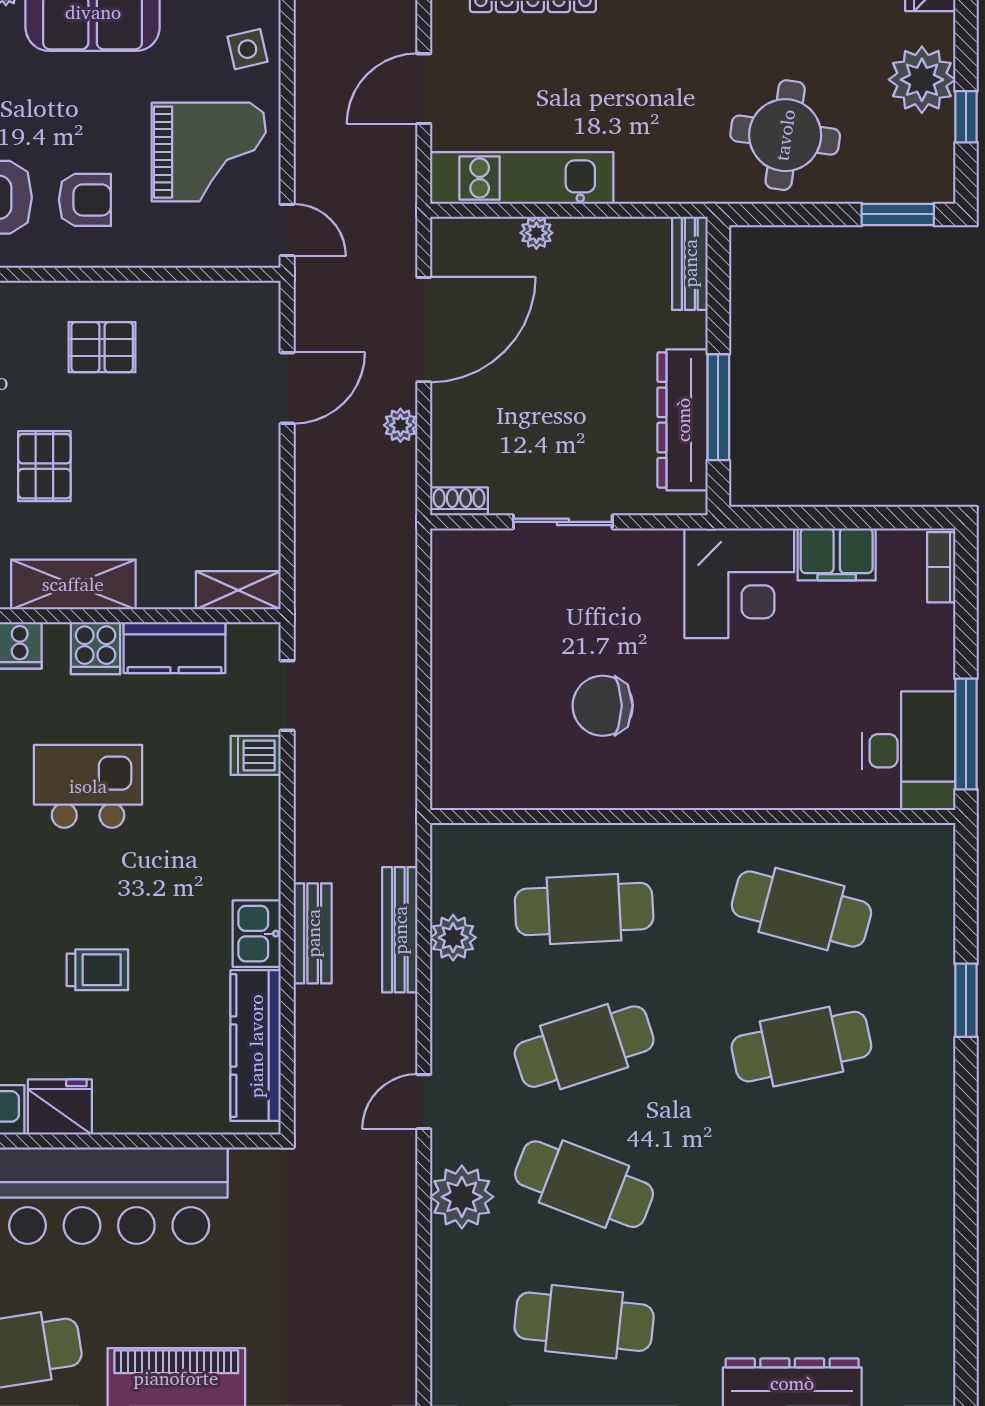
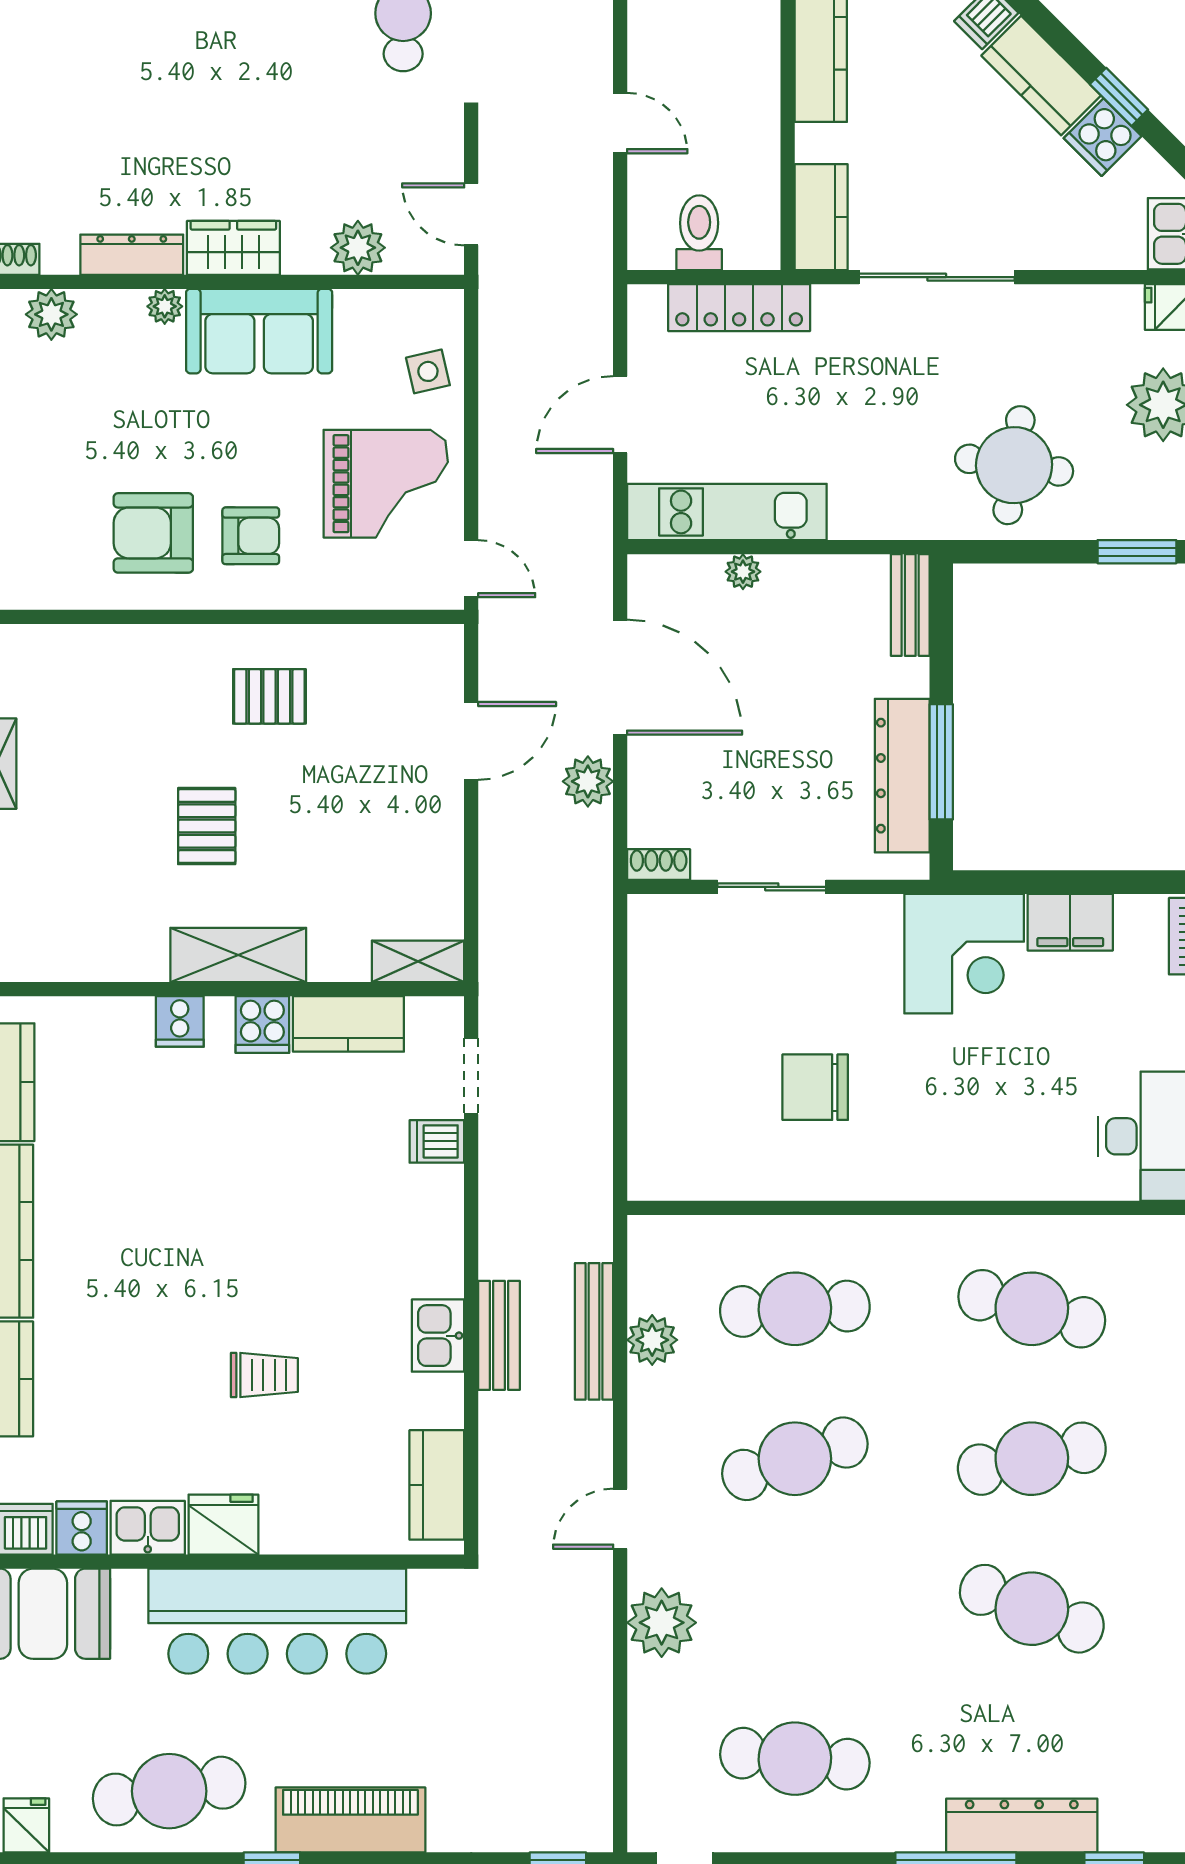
door: (424, 330) -> (620, 677), hinge flipped
plant: (400, 425) -> (588, 781), width x1.38, depth x1.38
kitchen island: (88, 786) -> (254, 1175), removed
kitchen counter: (256, 1046) -> (437, 1485), width x0.67
cafe table: (584, 1184) -> (1032, 1609), moved

